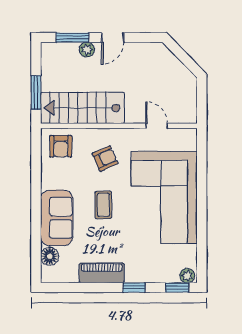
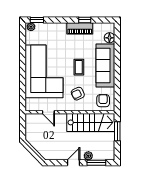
sofa: (57, 218) -> (105, 65), width x1.36
window: (134, 288) -> (85, 20), moved

